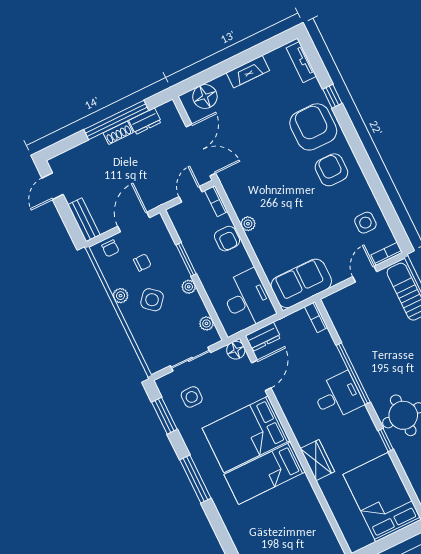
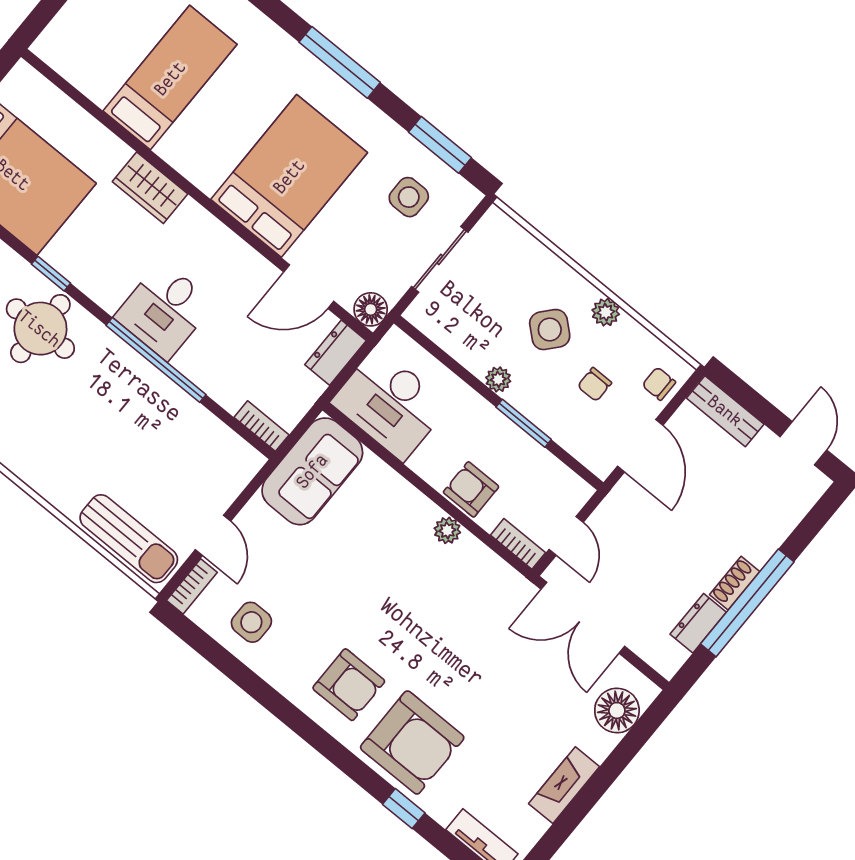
plant: (206, 323) -> (440, 332), removed
door: (261, 375) -> (309, 287), hinge flipped
bed: (265, 473) -> (170, 78), moved

